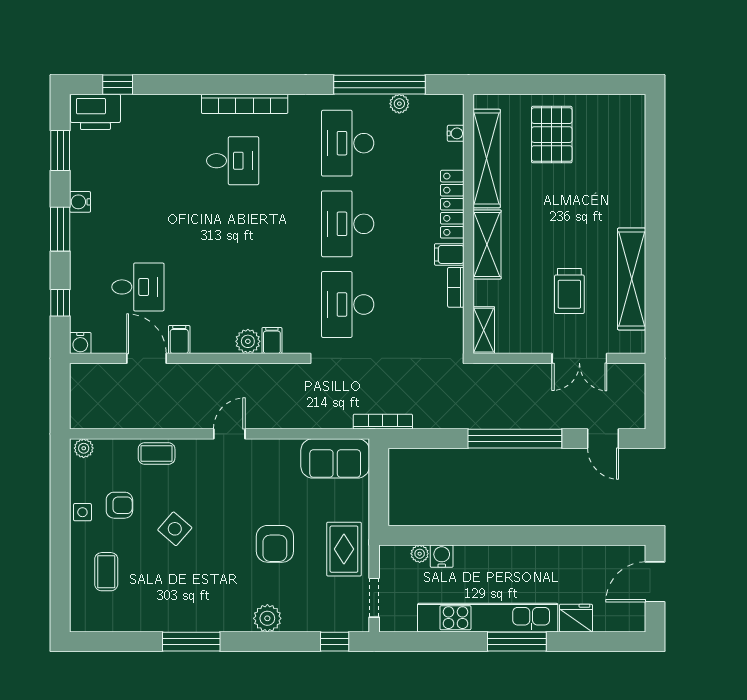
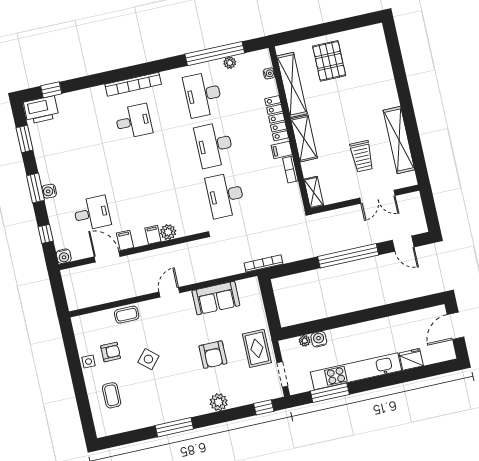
water cooler: (80, 202) -> (49, 191), moved
filing cabinet: (272, 340) -> (153, 235), moved
plant: (84, 448) -> (80, 321), removed
sofa: (335, 458) -> (216, 298), moved
window: (517, 642) -> (330, 393), moved

